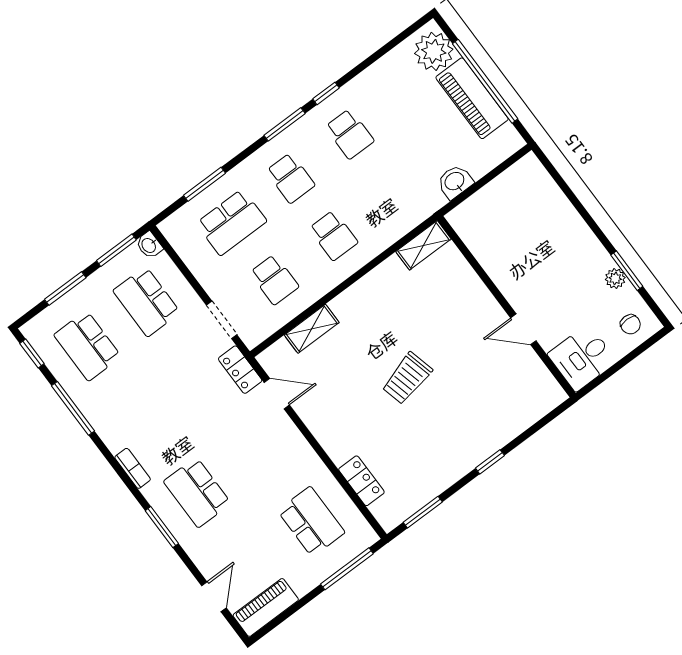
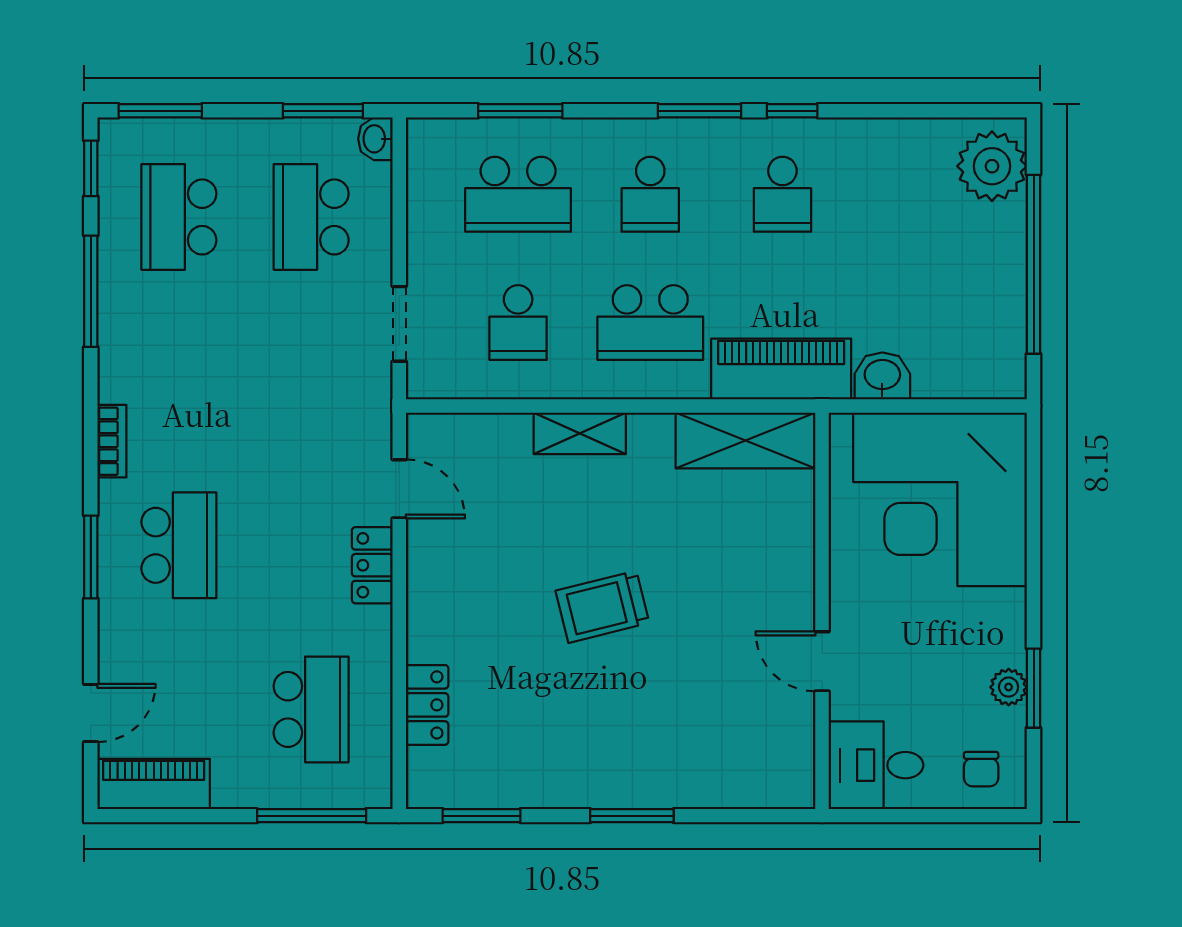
piano: (472, 98) -> (781, 369), moved, turned 90
corner desk: (522, 218) -> (940, 499), added
school desk: (333, 235) -> (650, 323), width x1.85
shelving: (423, 245) -> (746, 441), width x1.50, depth x1.33
window: (65, 288) -> (160, 111), moved
shelving: (312, 329) -> (580, 433), moved
locker: (240, 370) -> (372, 565), moved
window: (490, 462) -> (632, 816), width x1.50
school desk: (197, 492) -> (179, 545), turned 180

